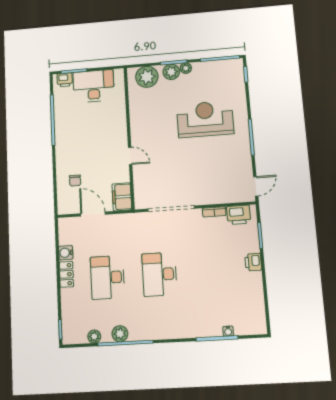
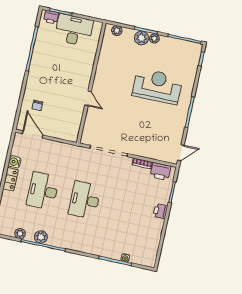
plant: (147, 77) -> (117, 31), width x0.53, depth x0.53
filing cabinet: (122, 197) -> (72, 130), removed
door: (93, 214) -> (33, 134), moved

